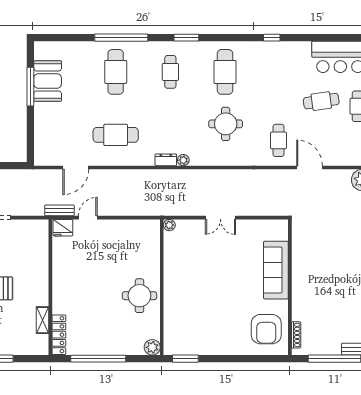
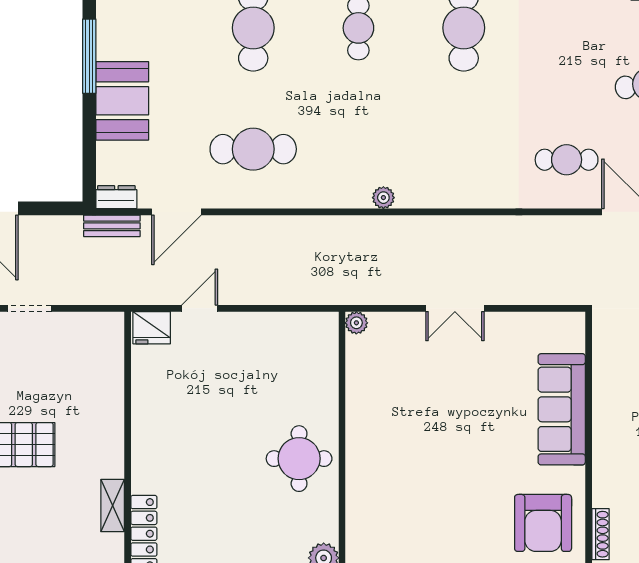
booth: (48, 81) -> (122, 101), moved
round table: (226, 124) -> (465, 128), removed
cafe table: (278, 140) -> (567, 160), turned 90
dresser: (166, 160) -> (116, 197), moved
bench: (59, 210) -> (112, 226), moved

